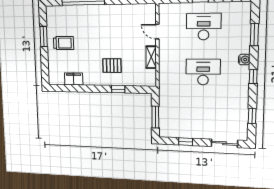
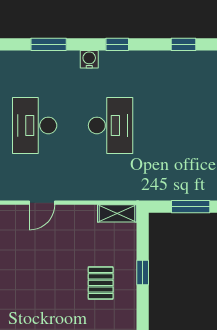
shelving: (151, 57) -> (117, 213), moved
desk: (203, 72) -> (110, 125), turned 180

